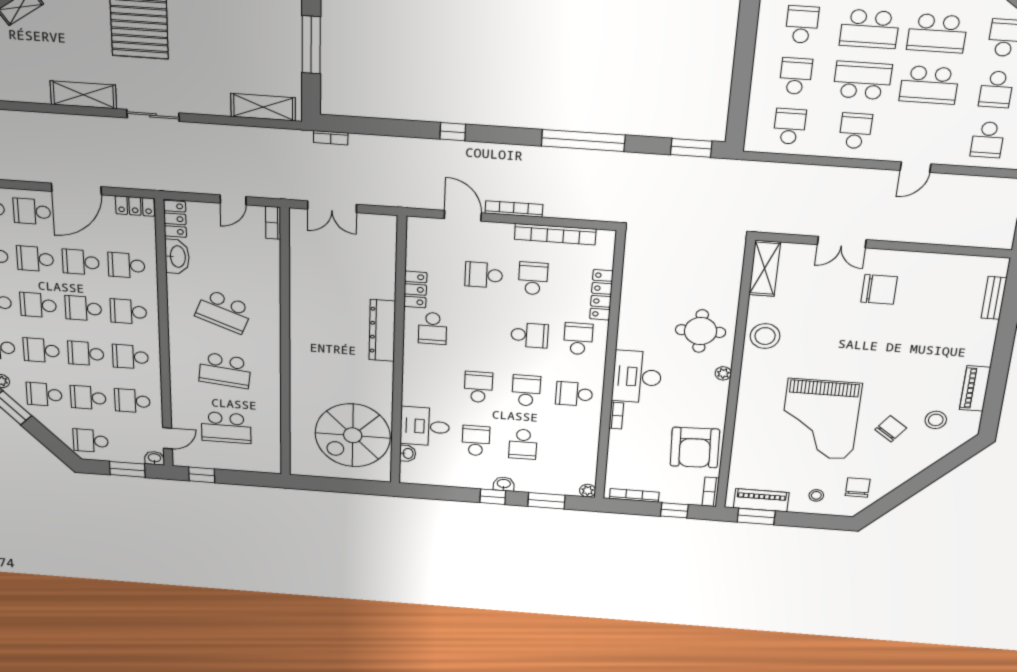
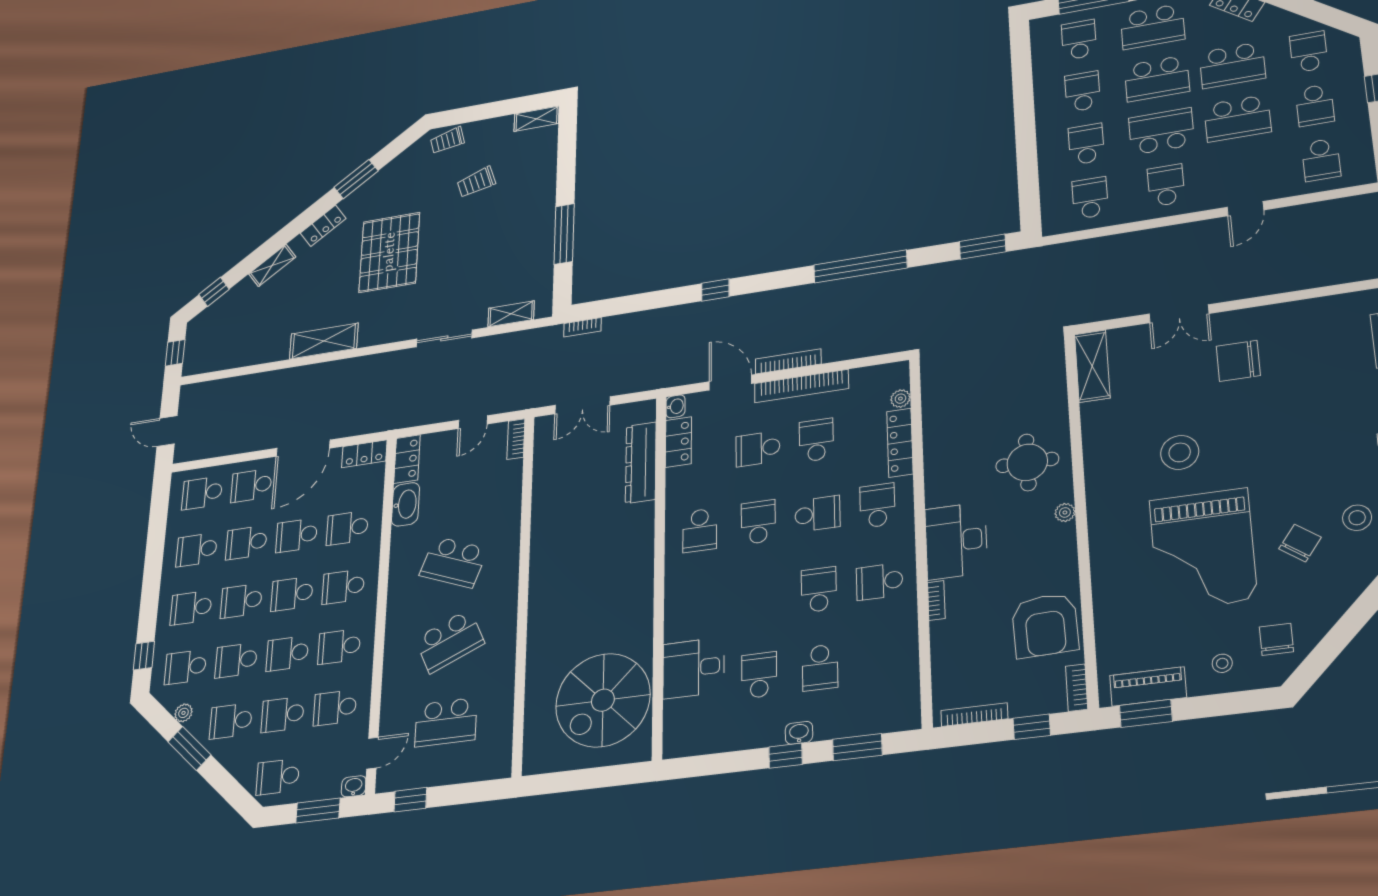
shelving: (263, 107) -> (511, 314), width x0.67, depth x0.75
sliding door: (153, 115) -> (444, 338), moved
bookcase: (555, 234) -> (801, 386), moved
chair: (879, 289) -> (1238, 361), turned 180
locker: (415, 290) -> (678, 442), moved
dresser: (382, 330) -> (641, 463), moved
stool: (765, 336) -> (1180, 452), moved
school desk: (225, 370) -> (450, 641), turned -30
school desk: (478, 387) -> (758, 522), moved
washbasin: (408, 453) -> (676, 406), moved
plant: (588, 491) -> (900, 399), moved

